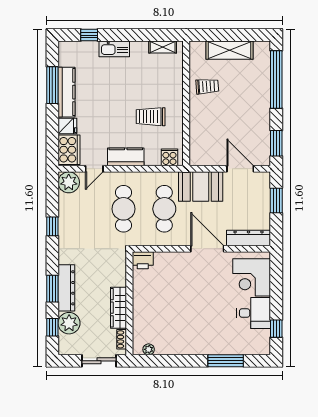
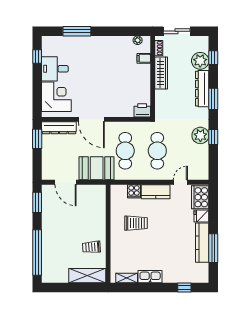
kitchen sink: (114, 49) -> (150, 277), moved
shelving: (229, 50) -> (87, 276), moved
cooker: (169, 157) -> (134, 191), moved
plant: (69, 182) -> (200, 135), moved
window: (276, 201) -> (37, 139), moved
window: (52, 289) -> (213, 99), moved
filing cabinet: (141, 326) -> (144, 58), added

